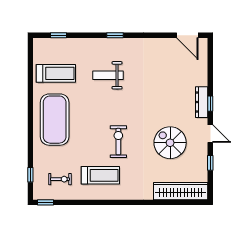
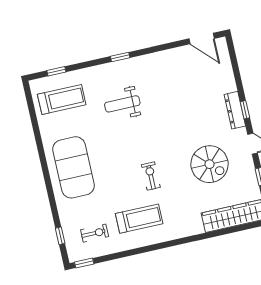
treadmill: (56, 73) -> (62, 100), moved
exercise bike: (118, 142) -> (151, 176), width x0.73, depth x0.72
spiral stairs: (170, 143) -> (210, 164), turned 180

